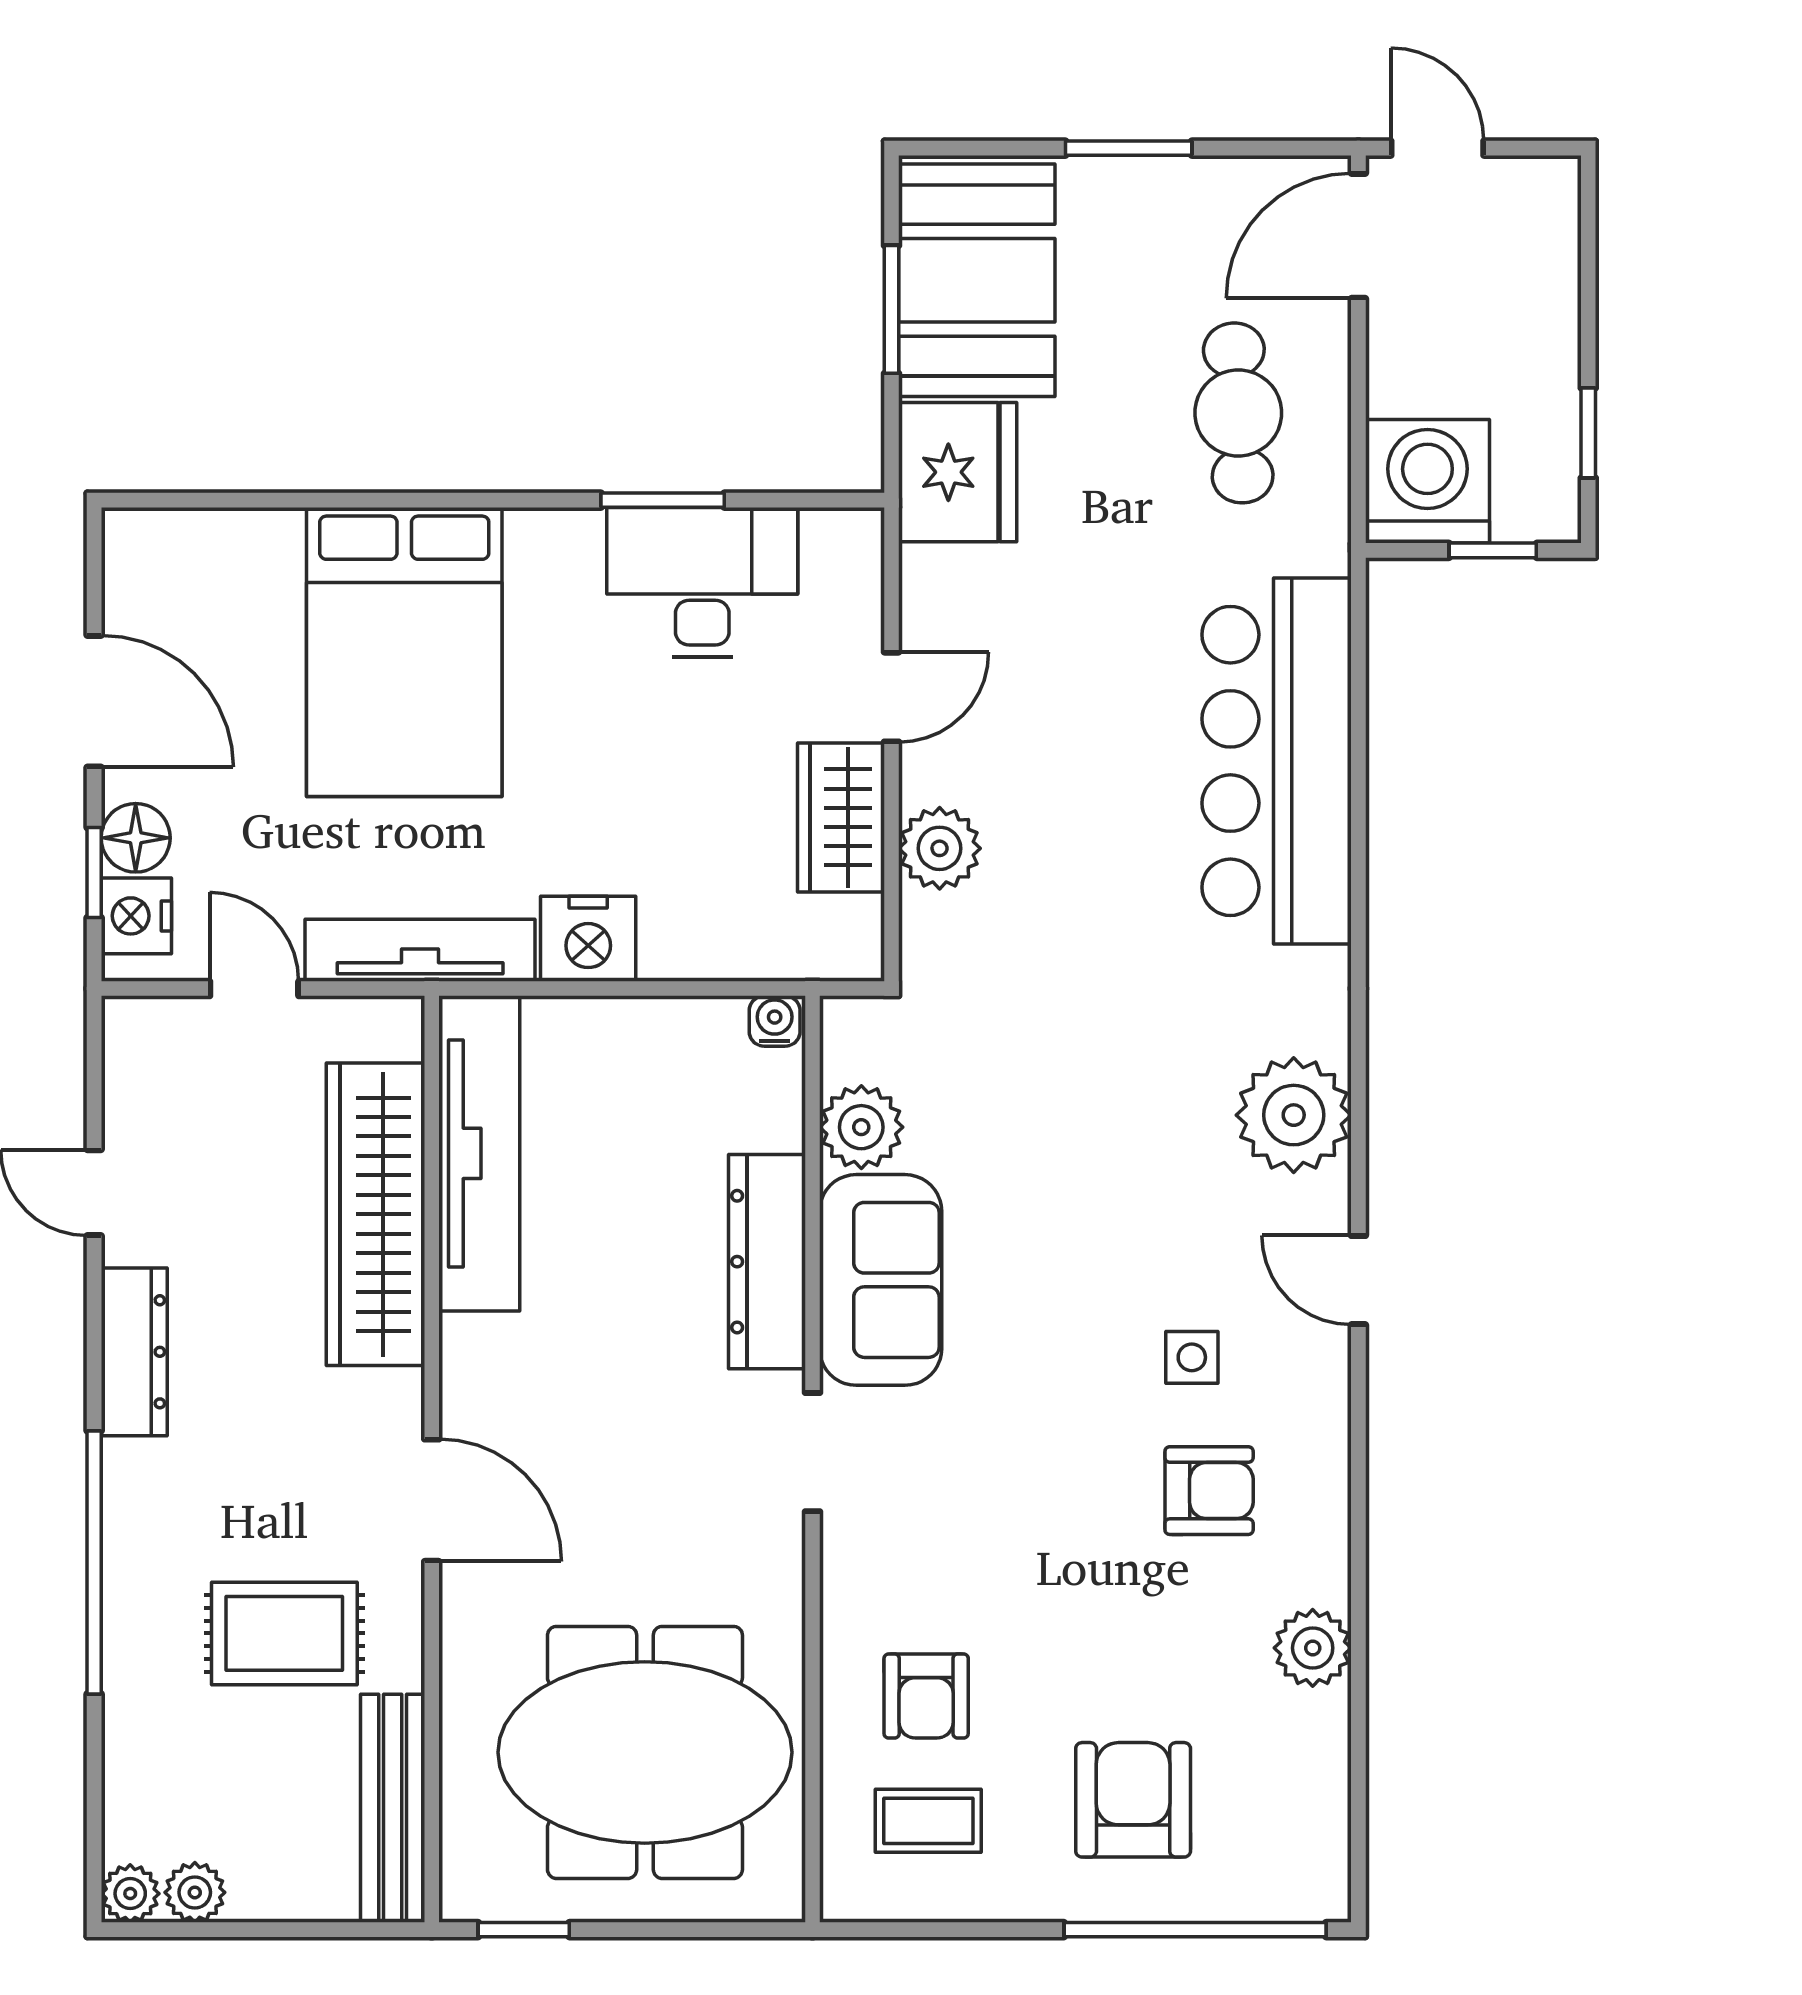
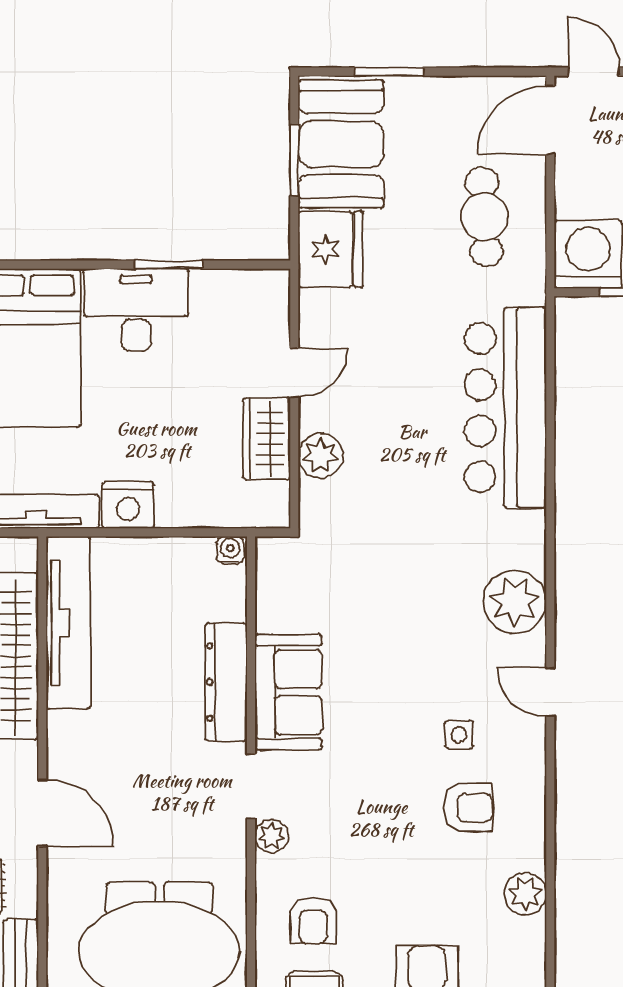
window: (1129, 148) -> (389, 72), moved
desk: (702, 582) -> (136, 310), moved
plant: (861, 1127) -> (272, 836), moved, width x0.73, depth x0.73

